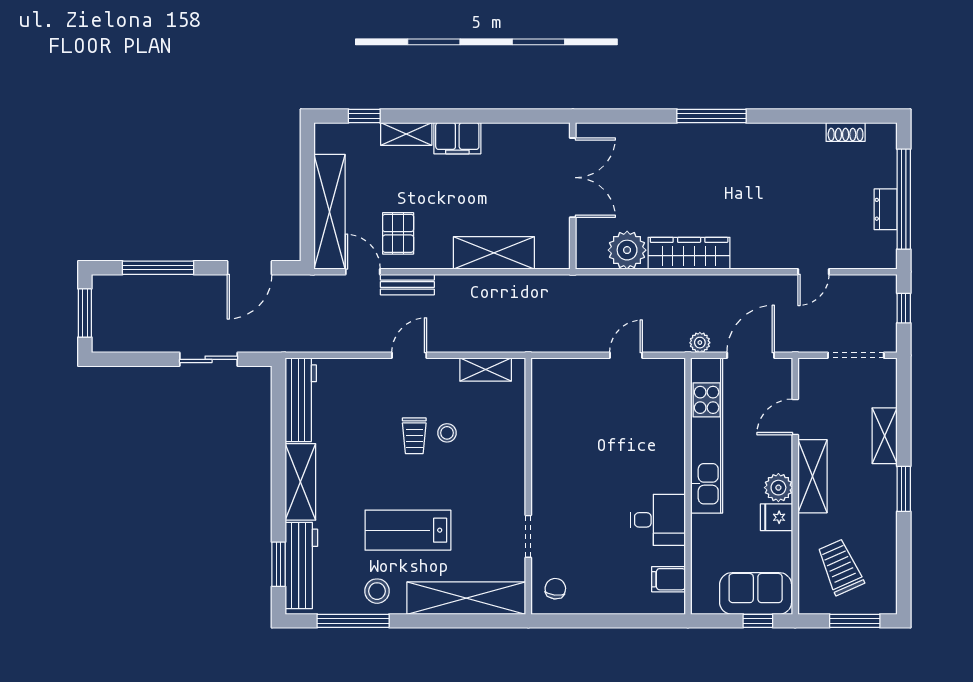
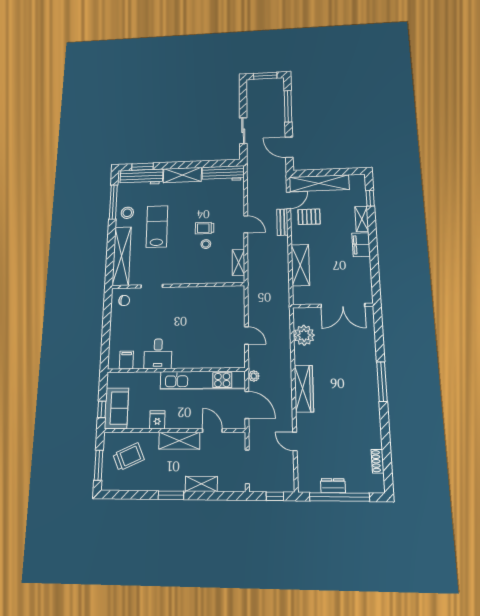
wardrobe: (689, 253) -> (304, 389), moved
plant: (778, 488) -> (173, 421), removed

